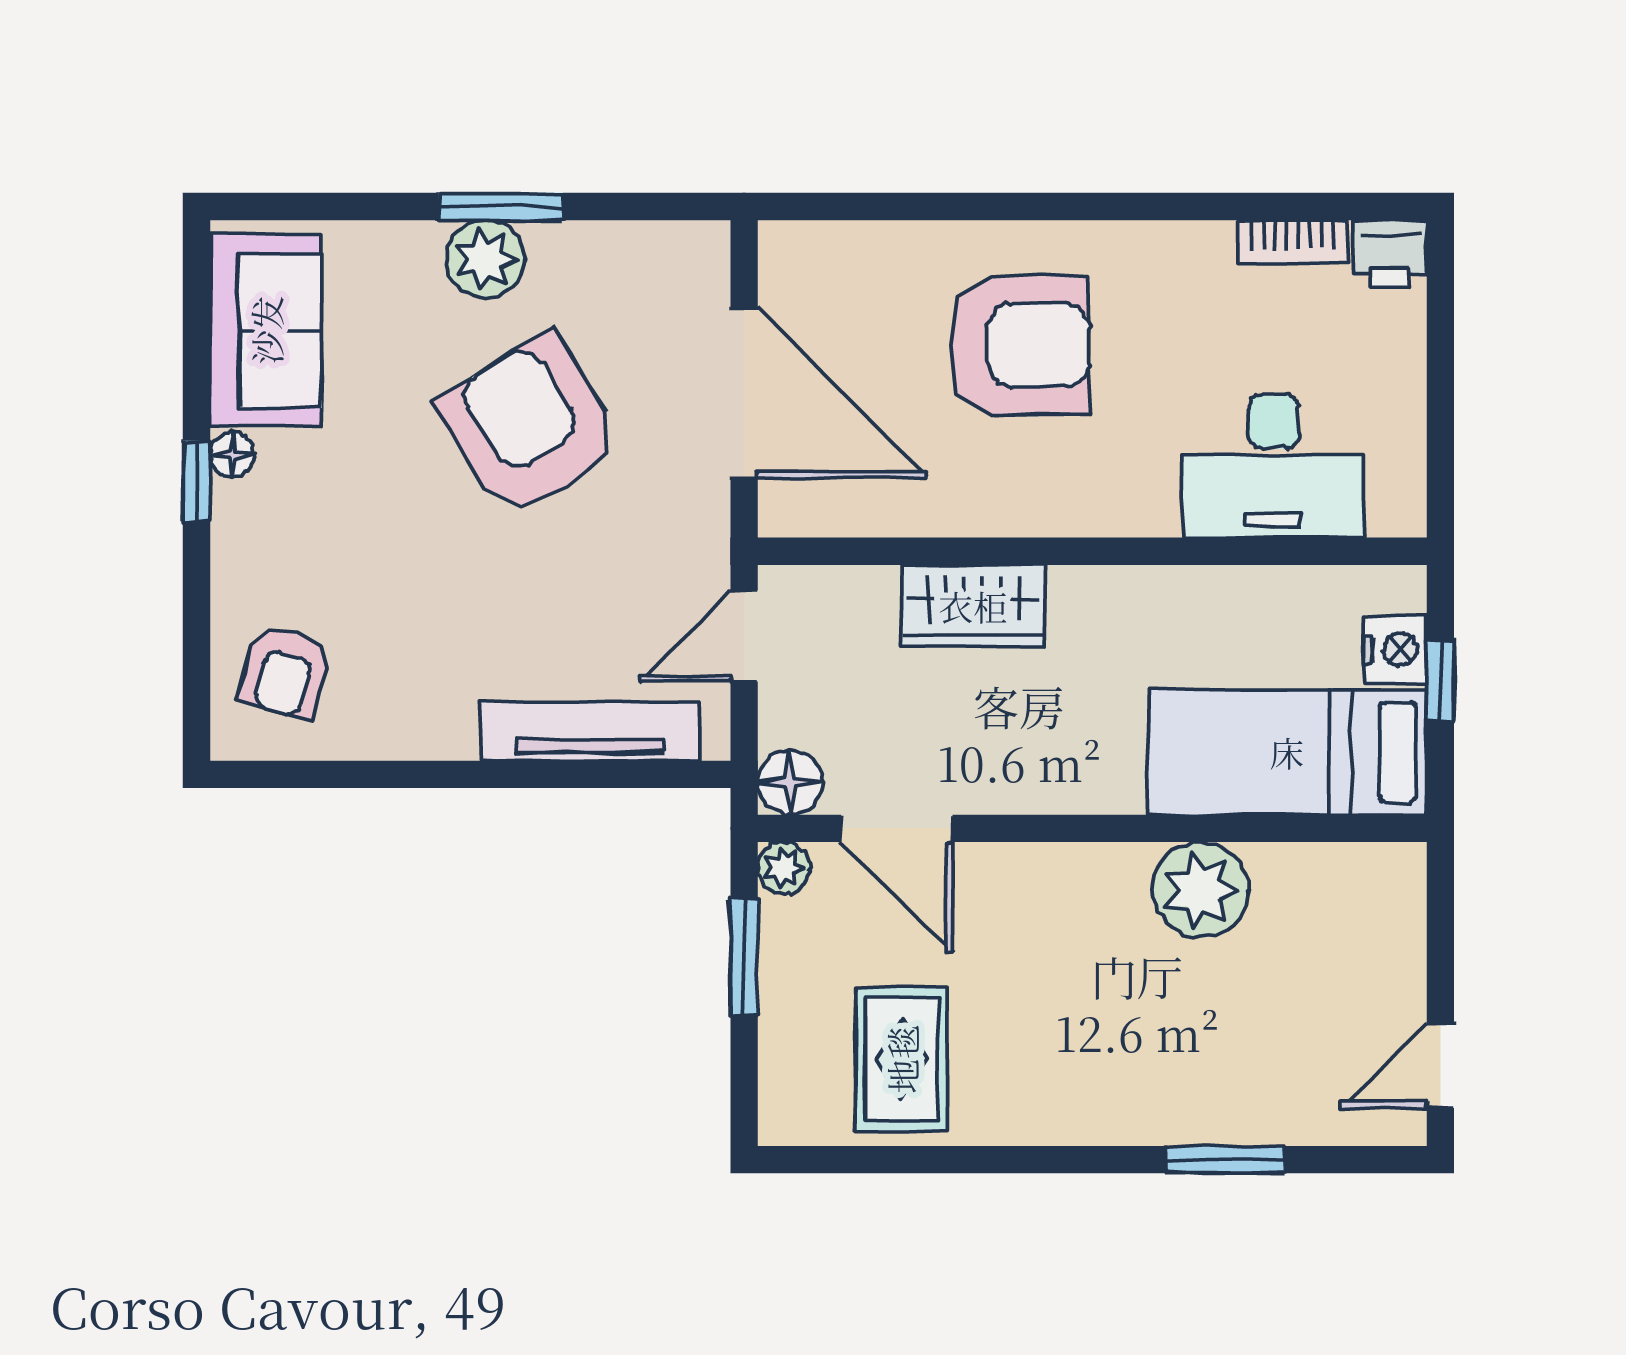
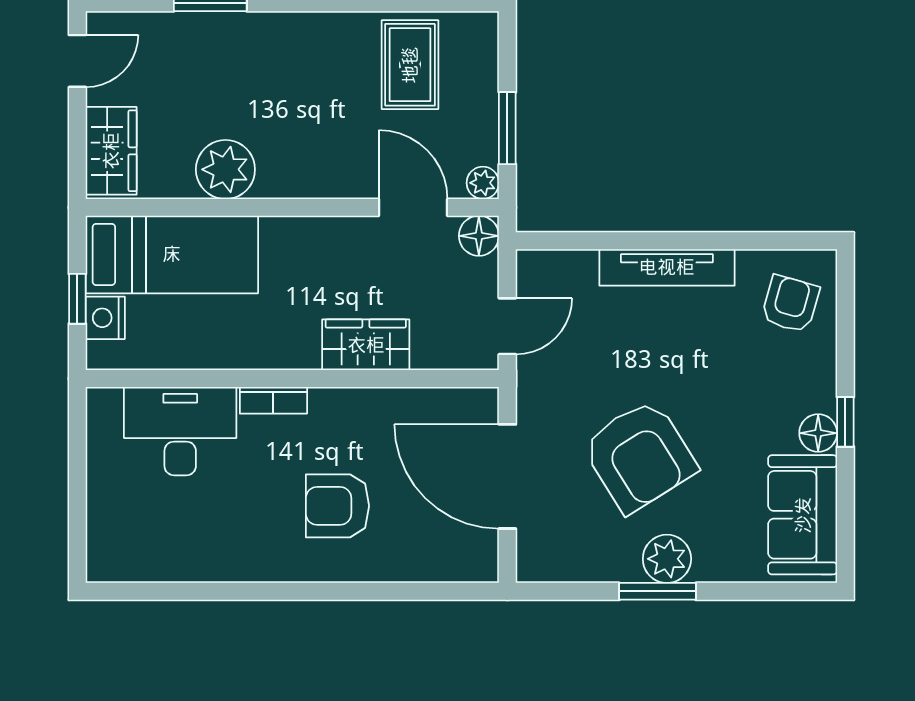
bookcase: (1293, 242) -> (273, 400), moved, turned 180
printer: (1390, 254) -> (109, 562), removed
armchair: (1019, 345) -> (337, 506), width x0.73, depth x0.73
floor lamp: (232, 455) -> (818, 433), width x1.37, depth x1.37
tv unit: (590, 731) -> (667, 267), moved
wardrobe: (1386, 920) -> (111, 151), added

